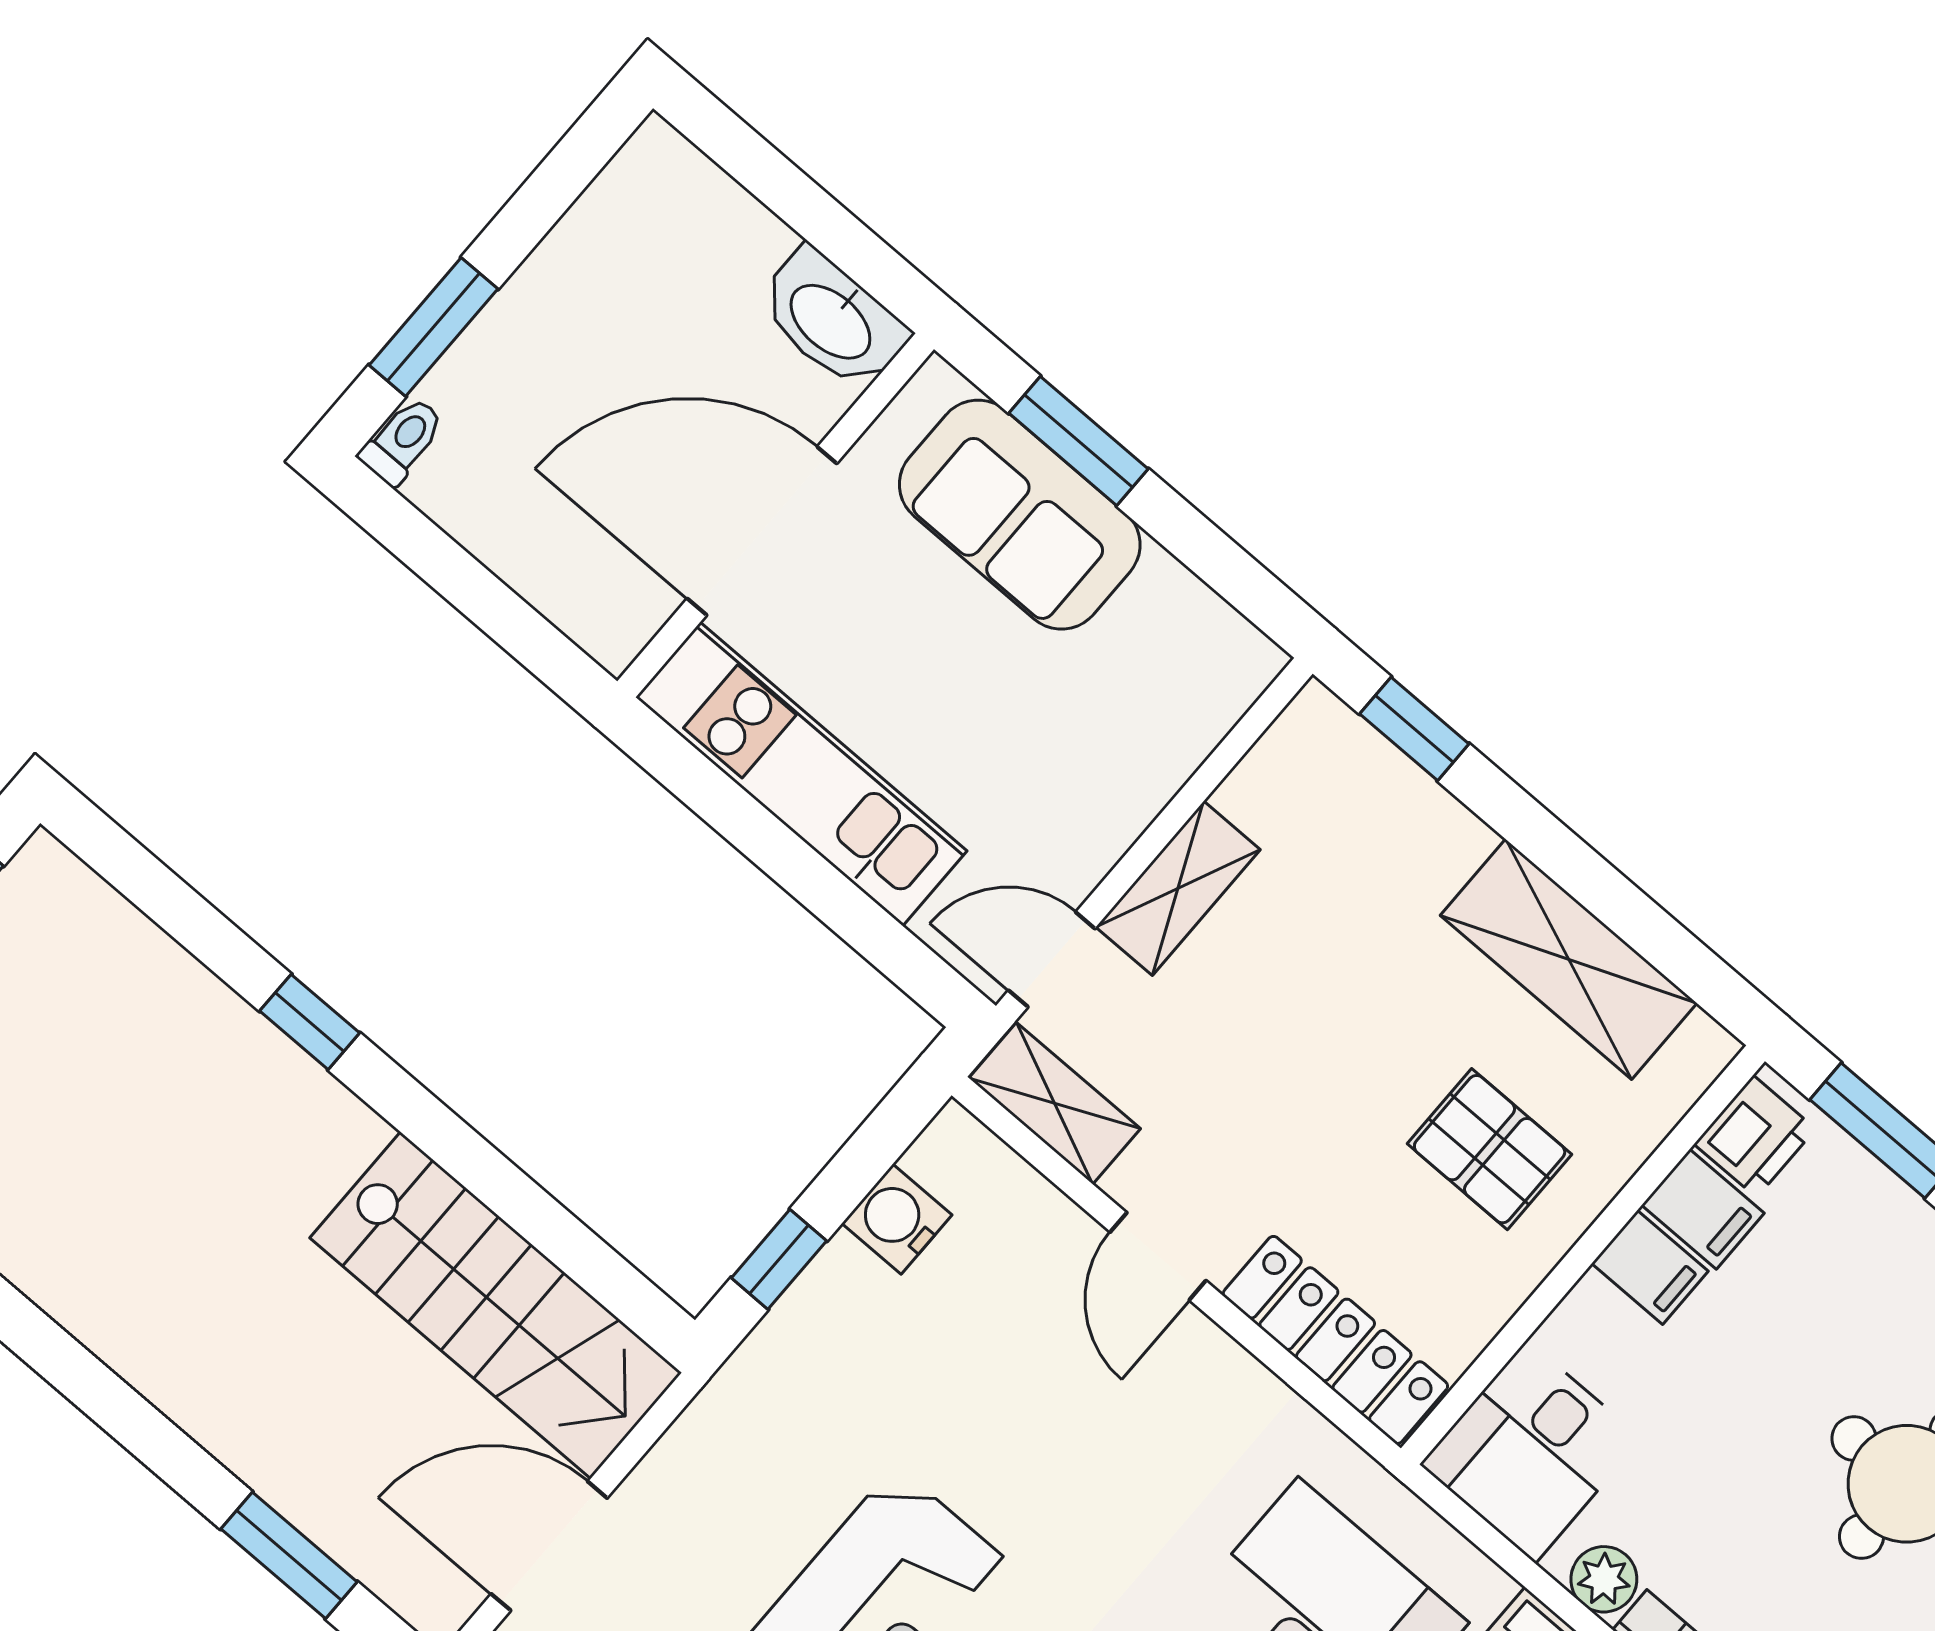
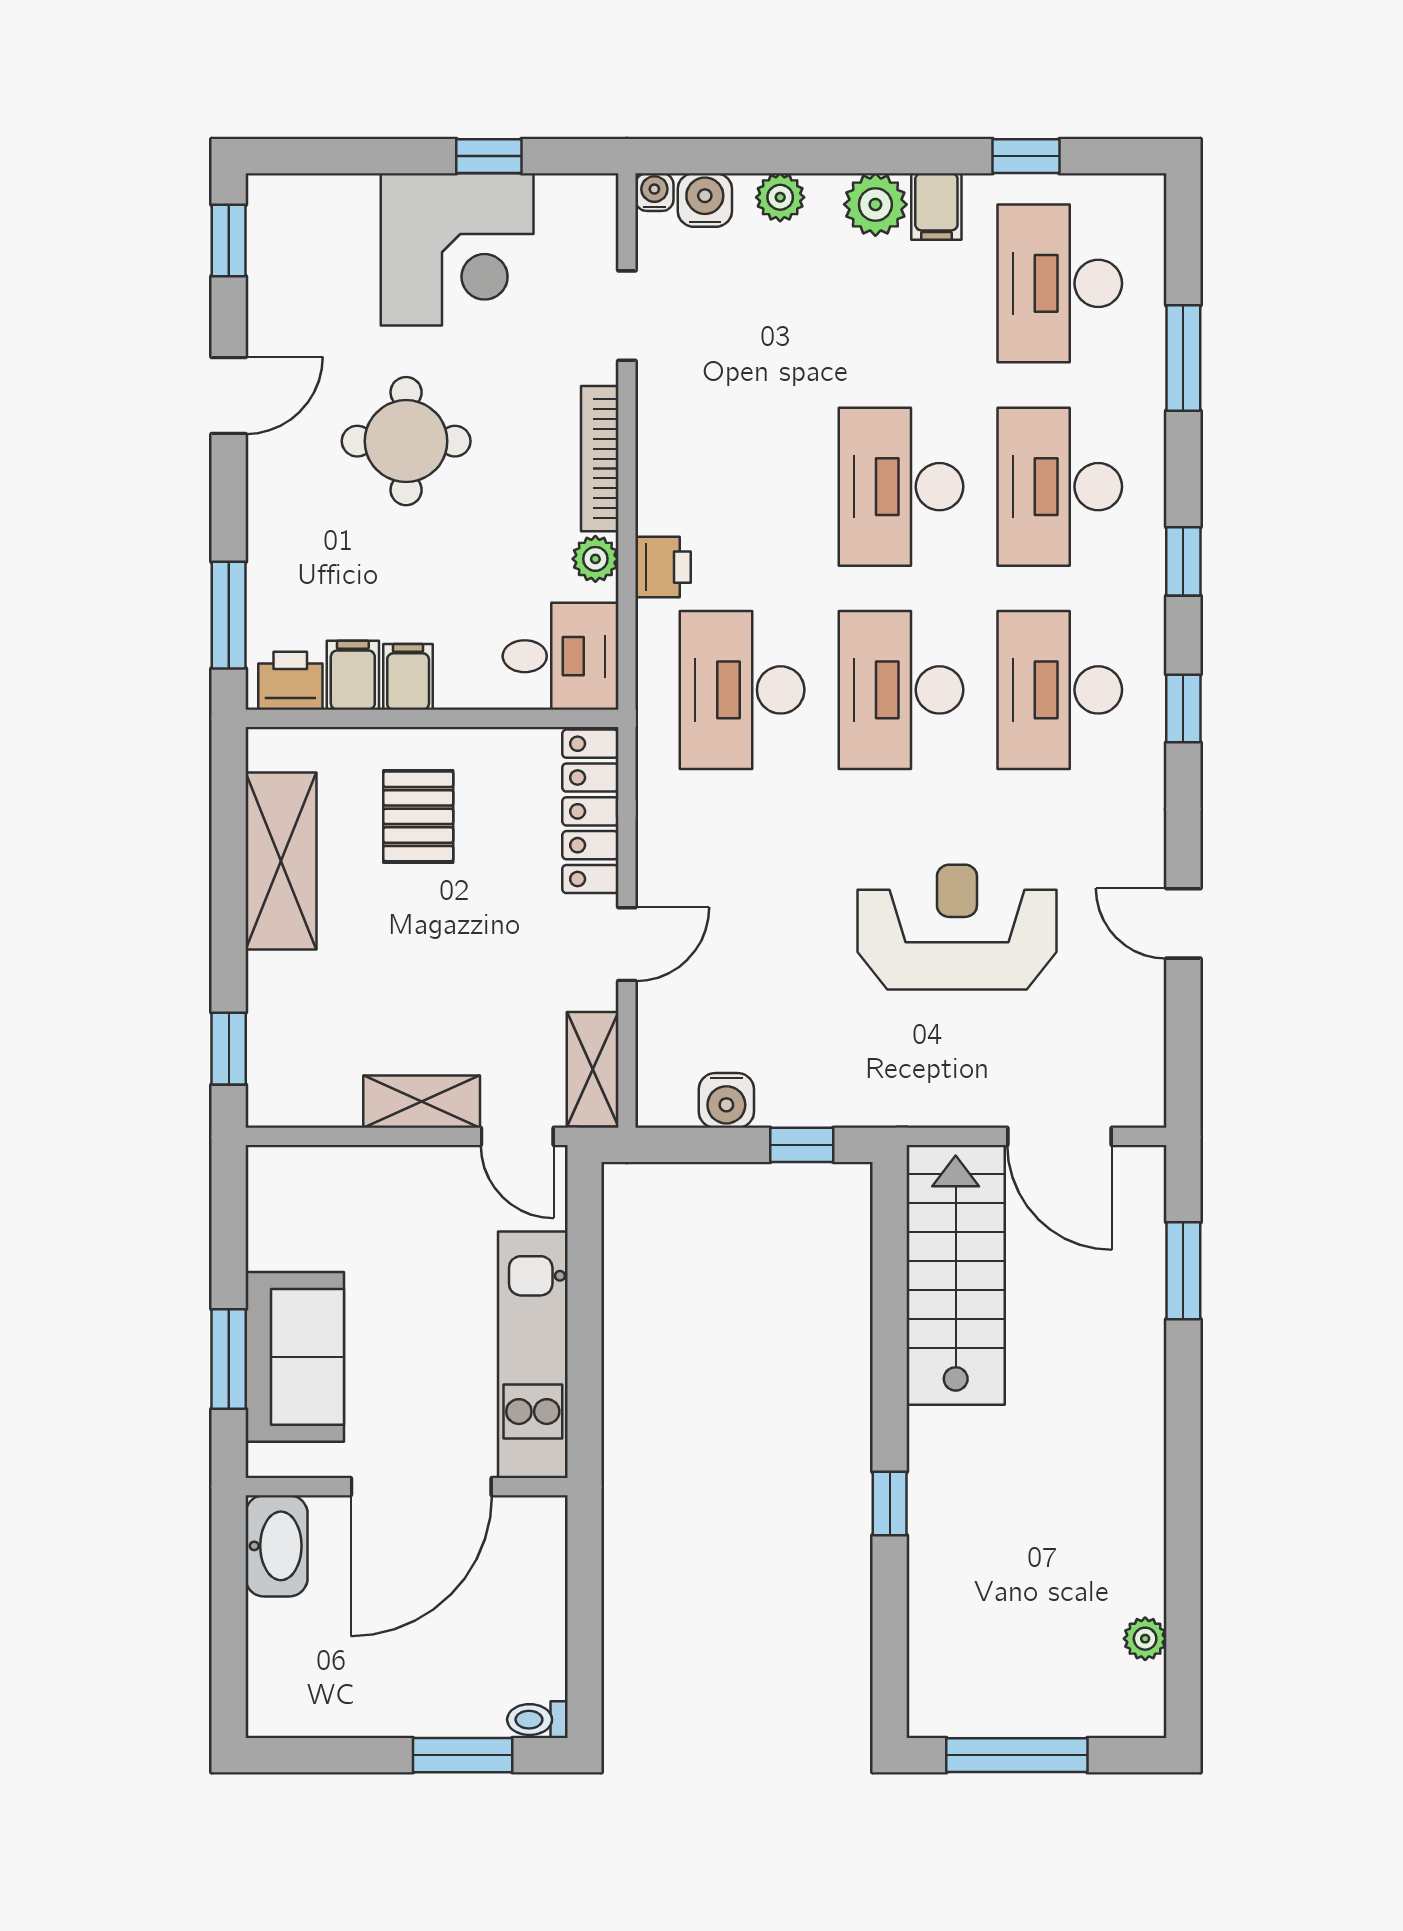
door: (762, 531) -> (421, 1487), hinge flipped

